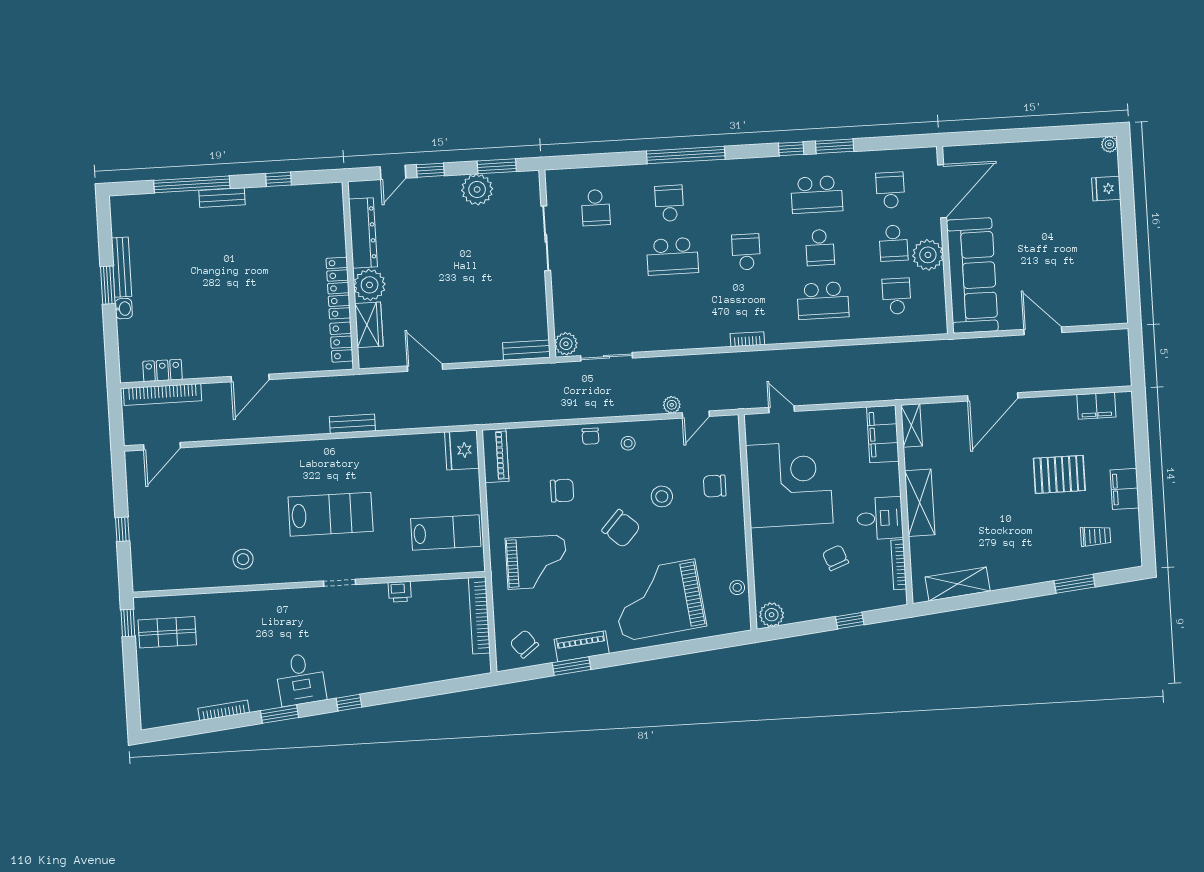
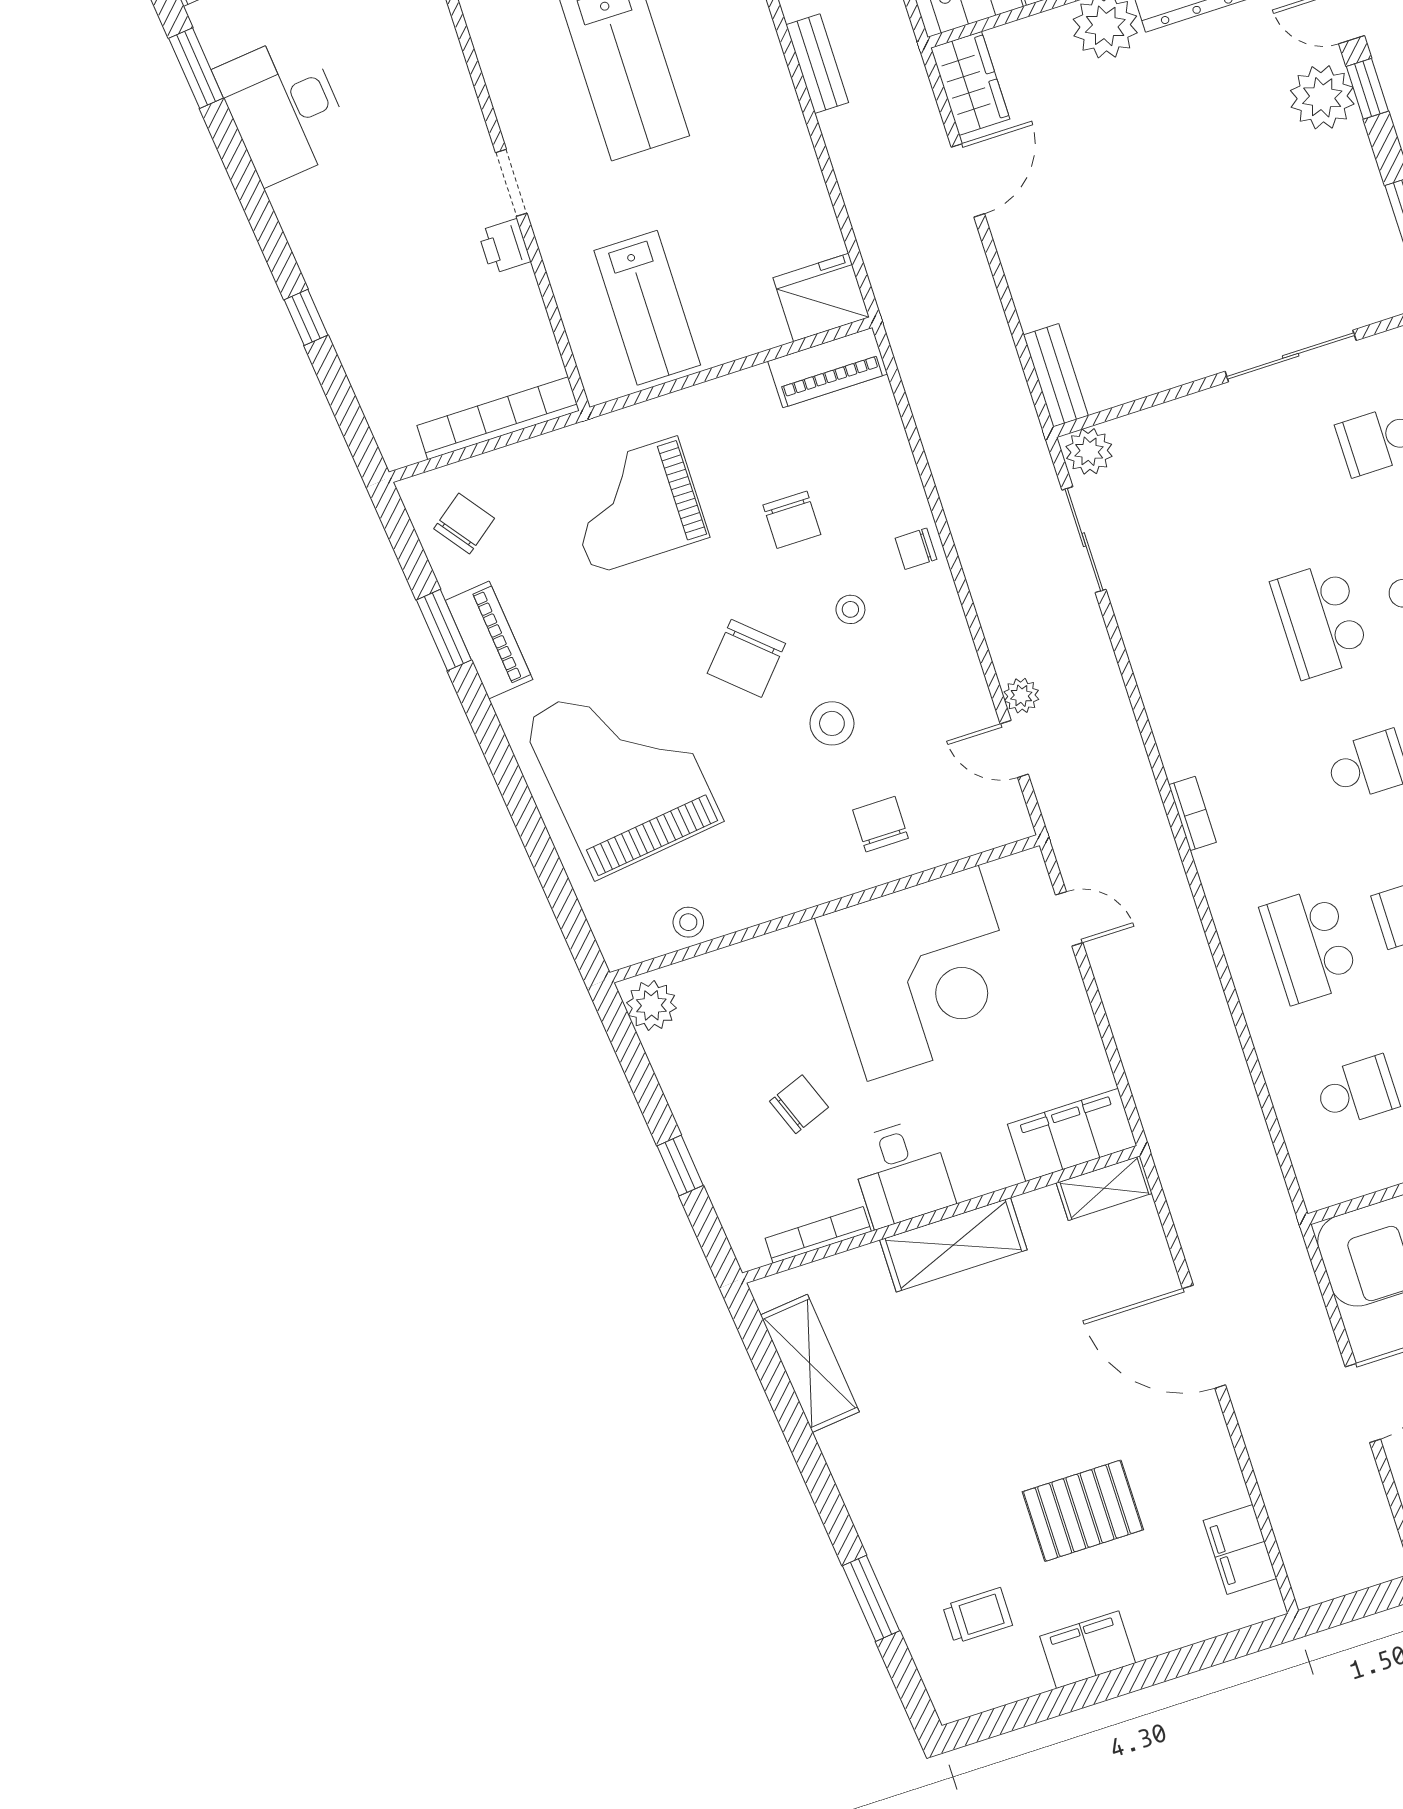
plant: (477, 189) -> (1322, 97), moved
wardrobe: (369, 325) -> (970, 83), moved, turned -90
door: (782, 409) -> (1069, 919), hinge flipped
stool: (628, 443) -> (850, 609), moved
pallet: (1059, 474) -> (1083, 1511), turned 90
trolley: (1096, 536) -> (978, 1616), turned -90
grand piano: (536, 562) -> (635, 505), turned 90
doorway: (340, 583) -> (511, 183), moved
desk: (301, 679) -> (284, 109), width x1.37
window: (349, 703) -> (306, 317), moved

